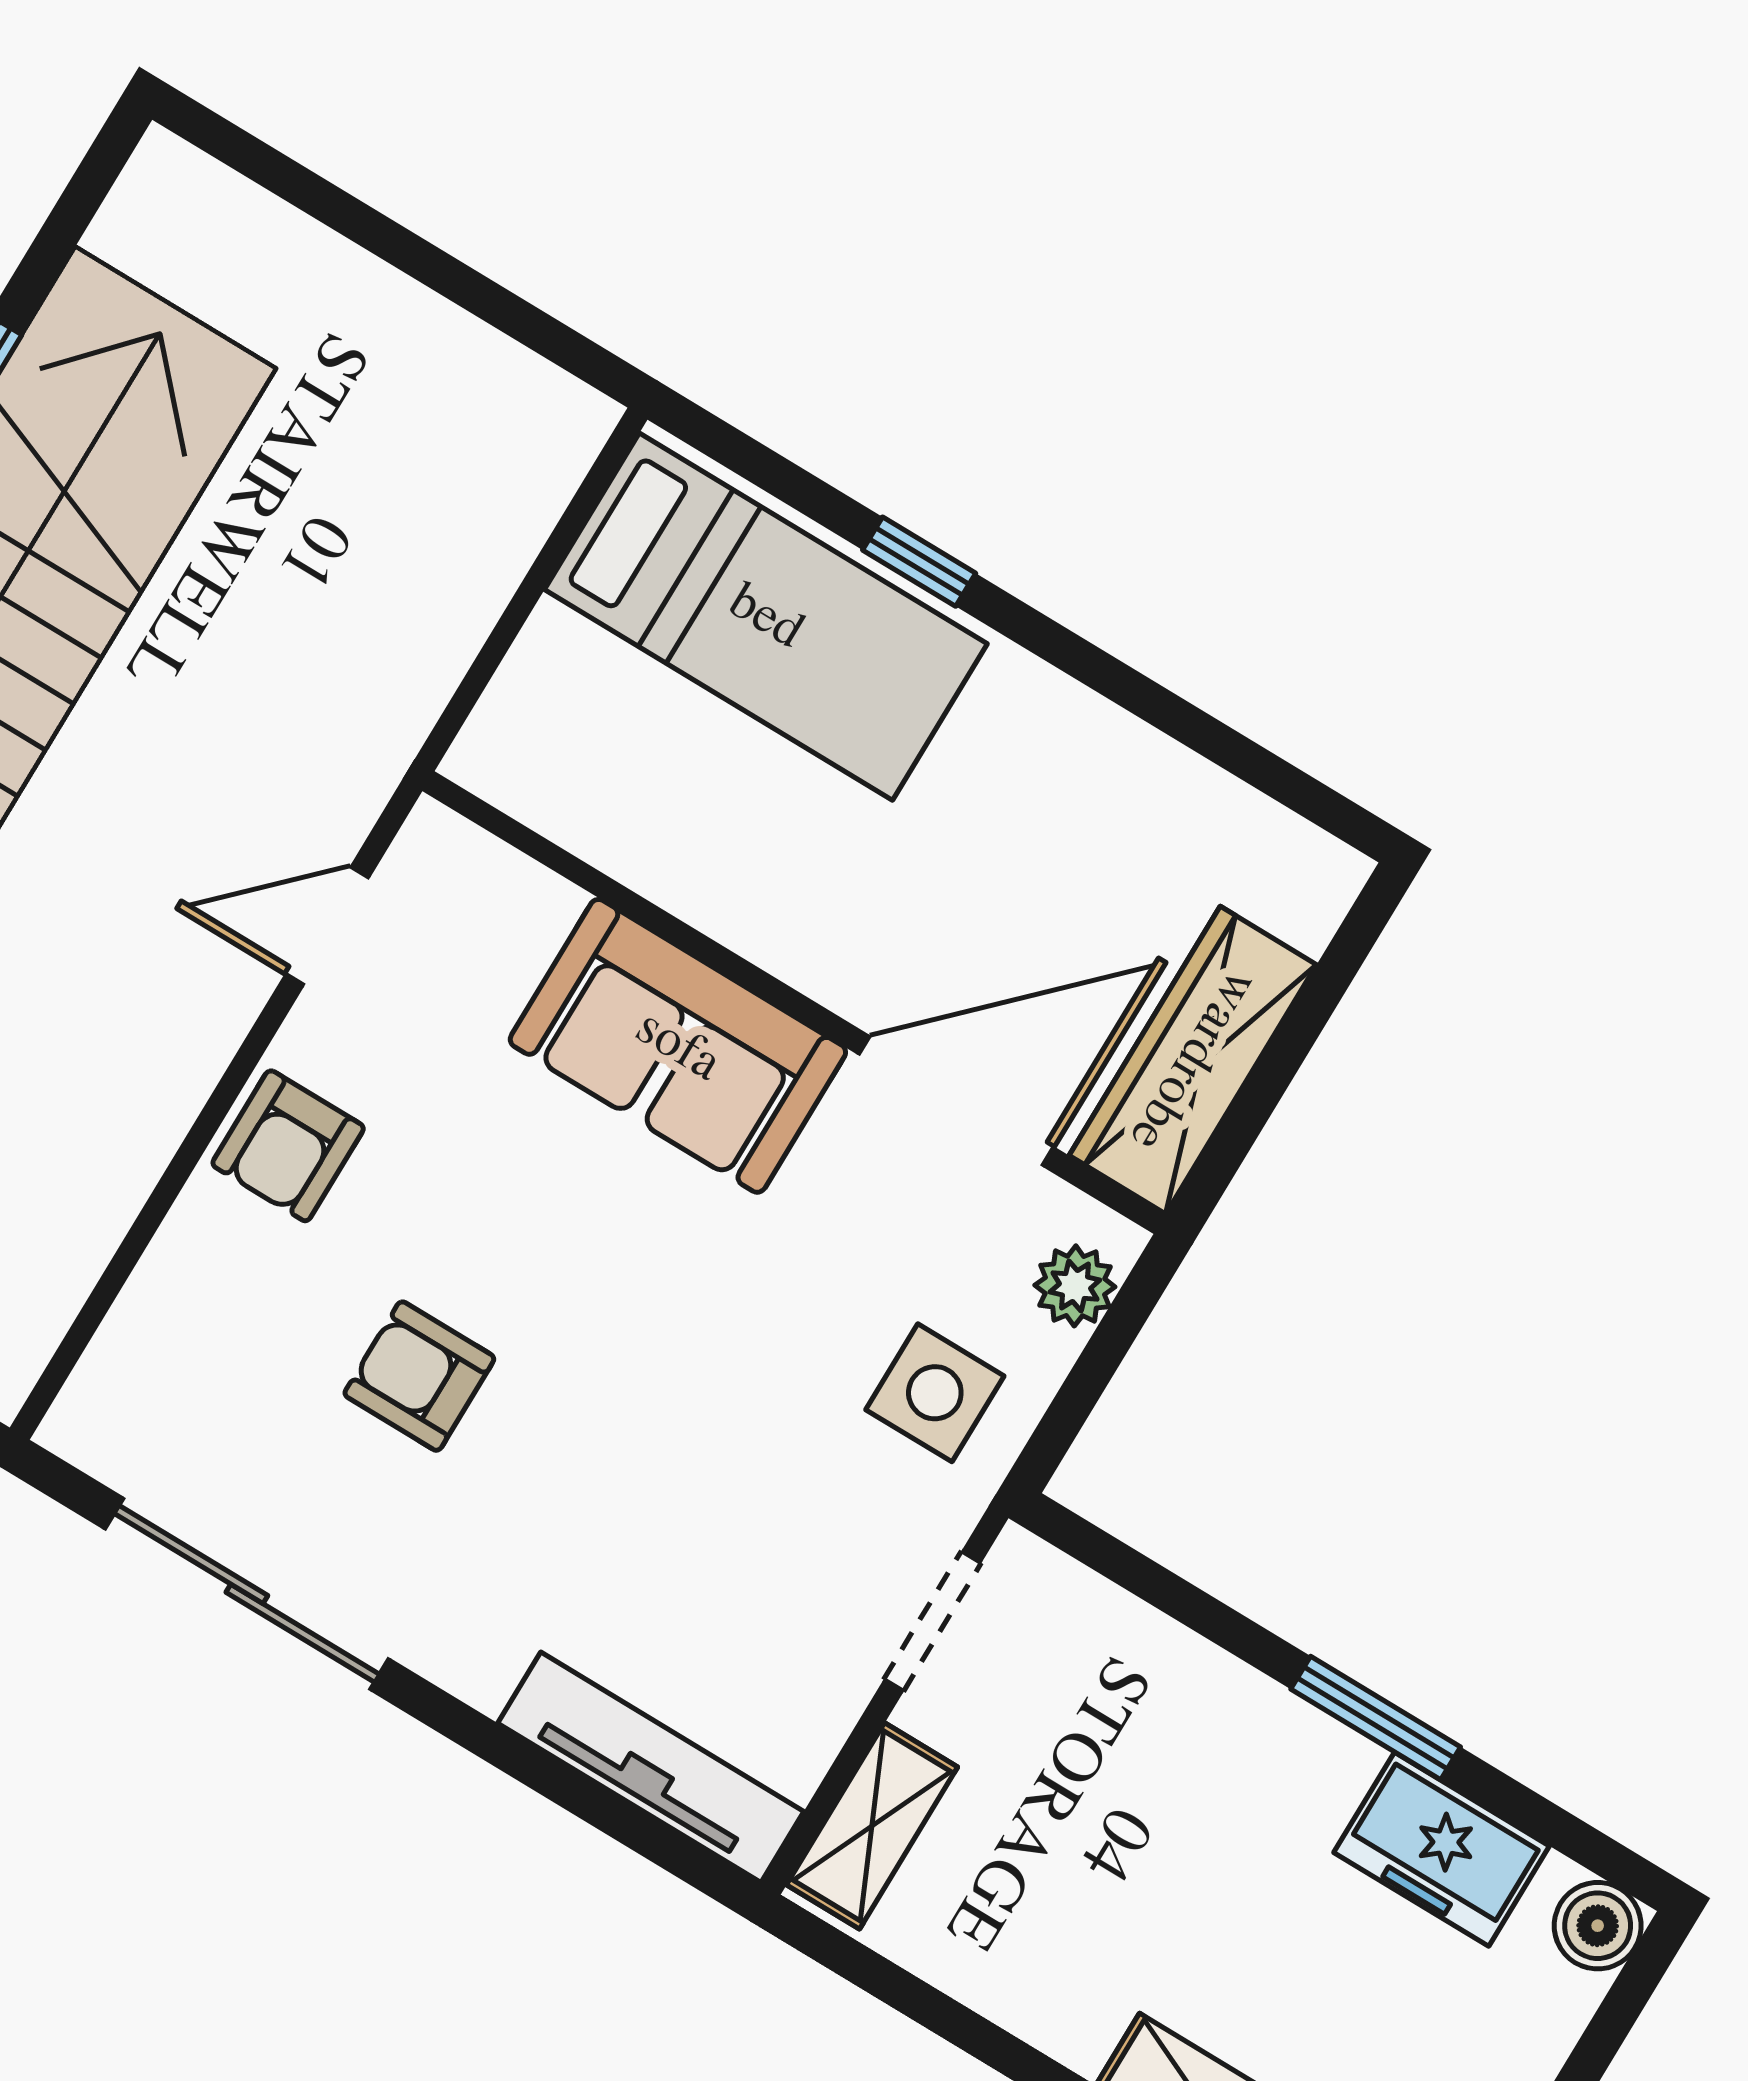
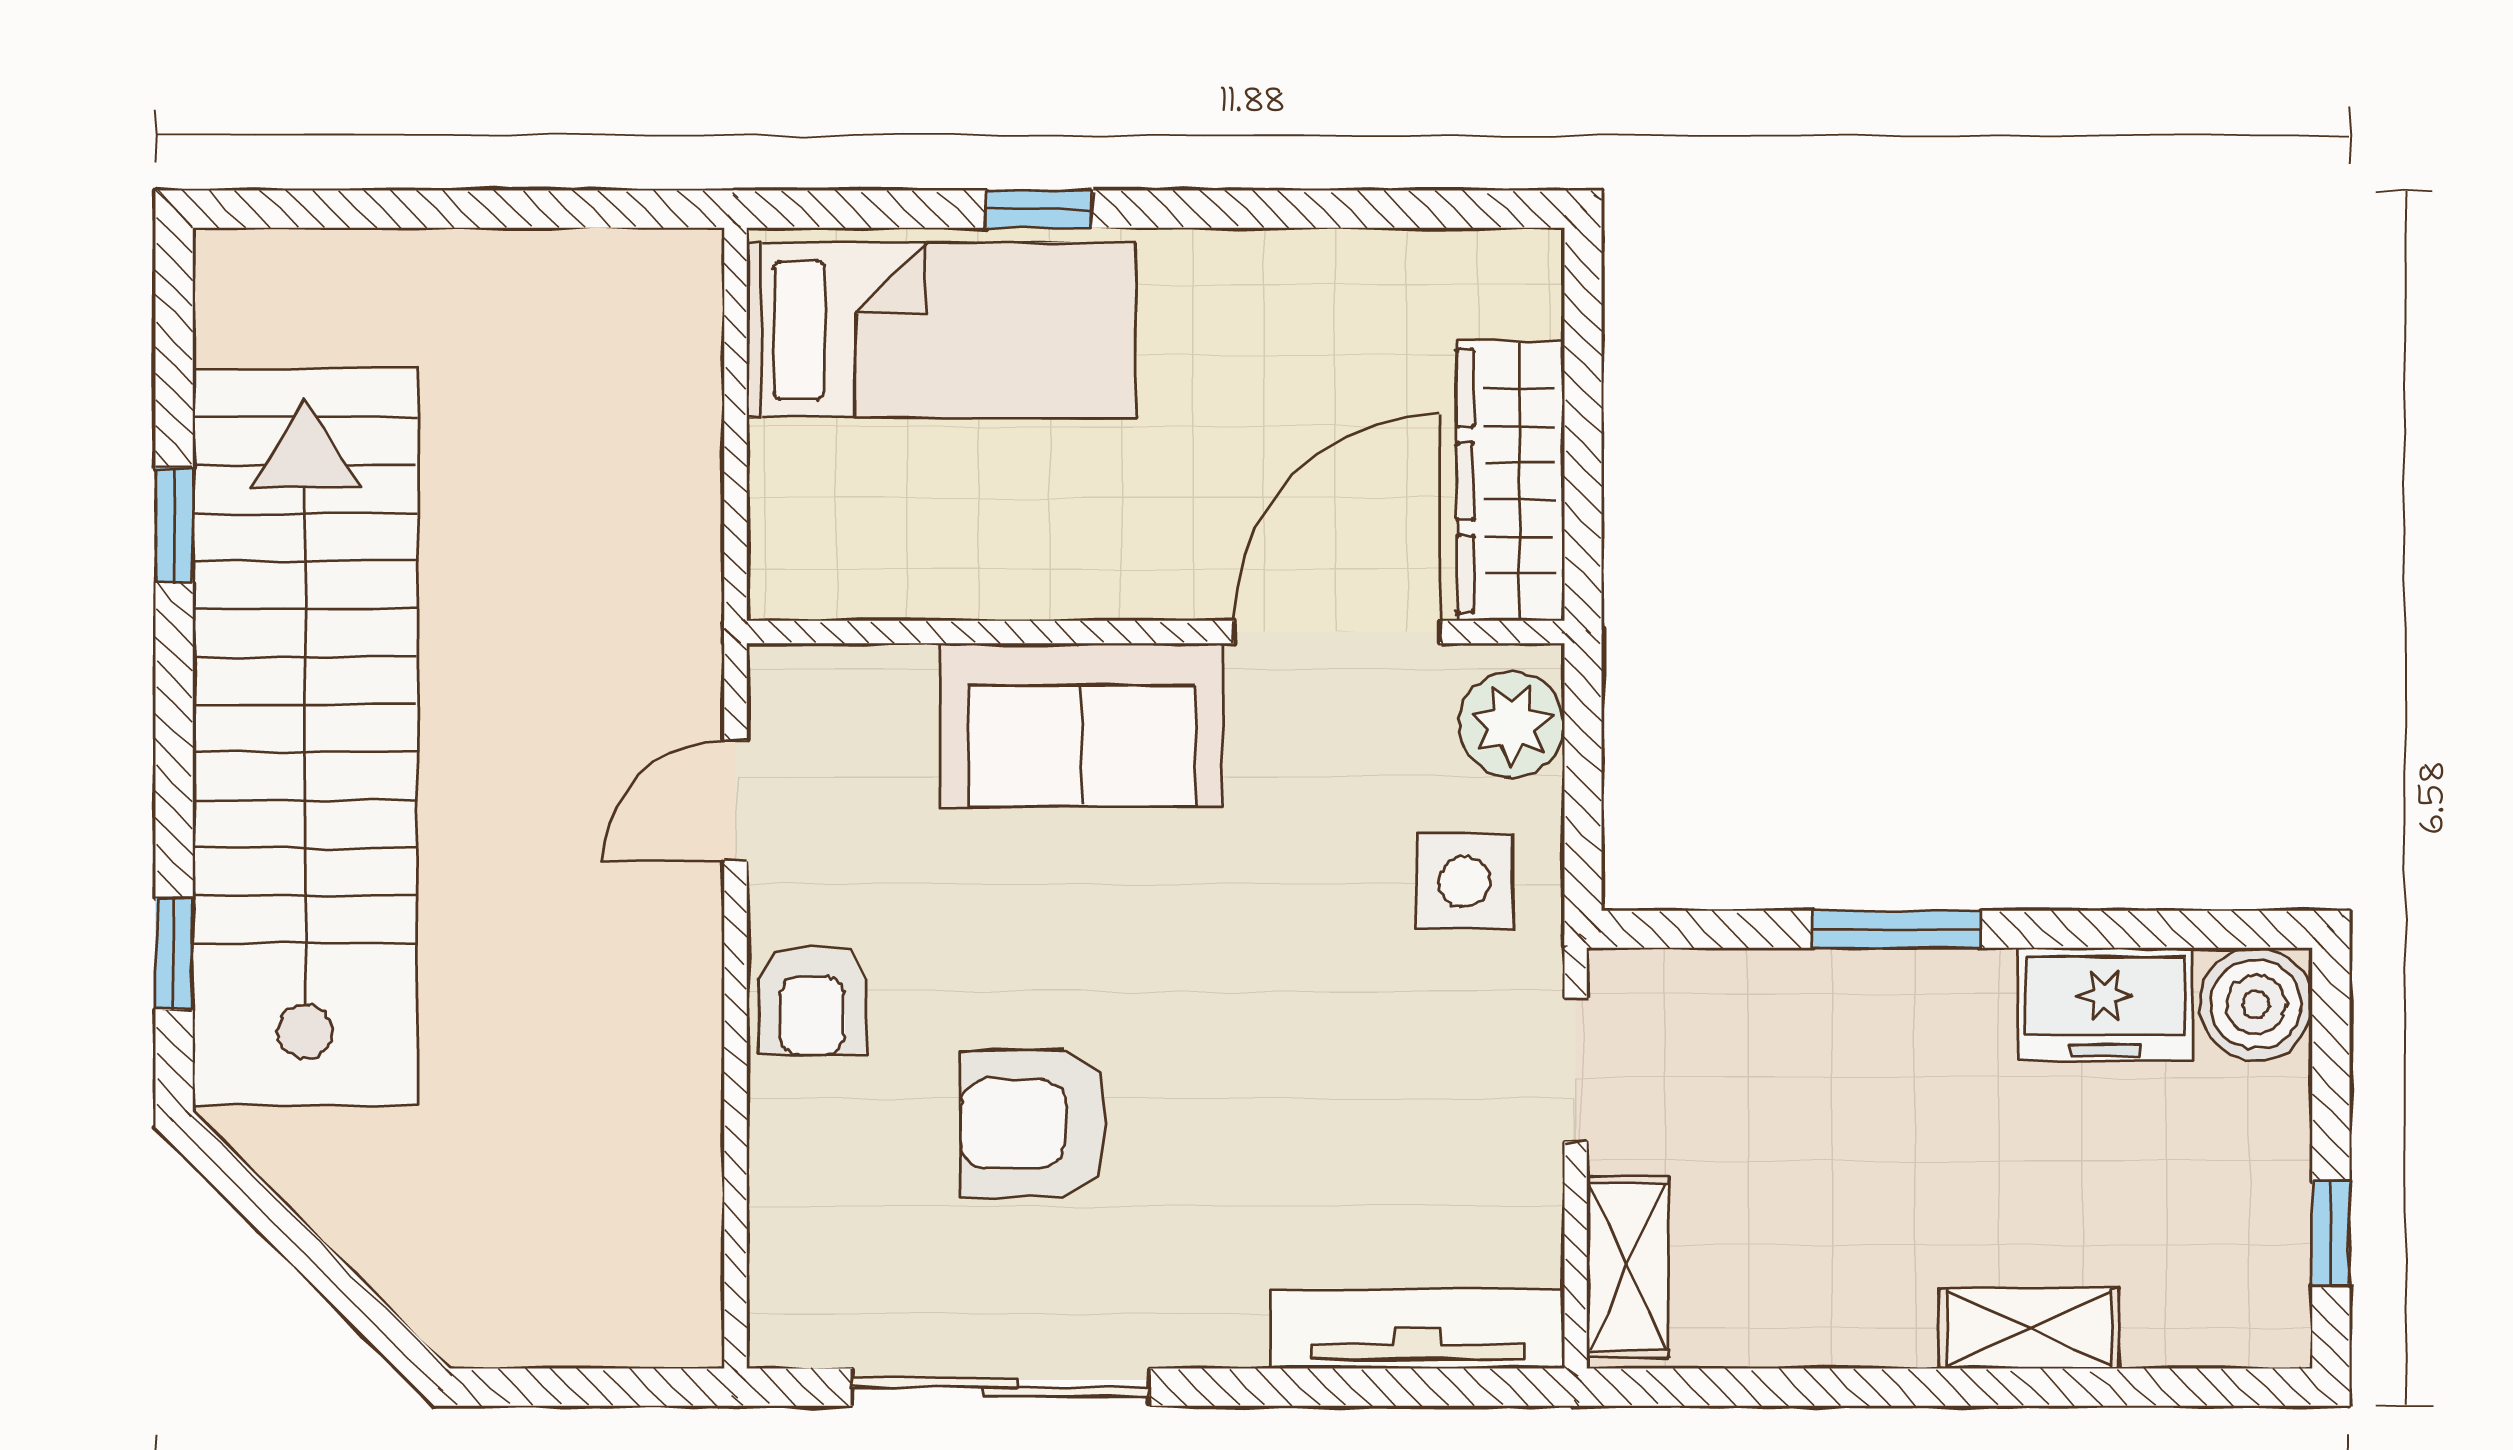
plant: (1075, 1286) -> (1512, 725), width x1.38, depth x1.38
armchair: (419, 1376) -> (1034, 1123), width x1.38, depth x1.38
window: (1376, 1718) -> (1896, 929), moved
boiler: (1598, 1926) -> (2256, 1004), width x1.36, depth x1.36

